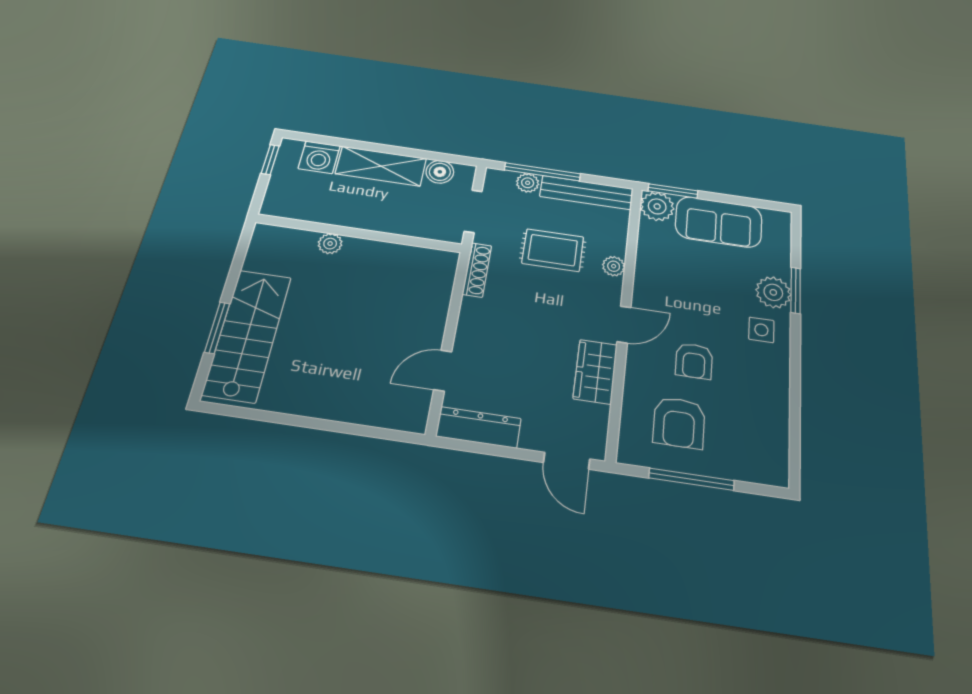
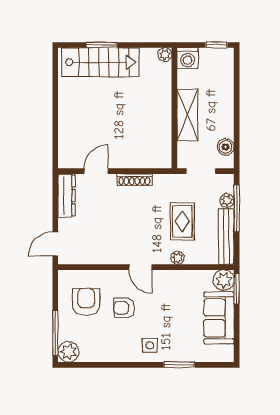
washing machine: (319, 157) -> (188, 58), moved, turned -90
shelving: (381, 166) -> (187, 115), moved
plant: (330, 244) -> (165, 55), moved
shoe rack: (477, 270) -> (134, 180), moved
plant: (773, 292) -> (68, 352), moved
door: (443, 370) -> (96, 171), hinge flipped
wardrobe: (595, 372) -> (109, 254), removed
armchair: (679, 423) -> (86, 302), turned 90
window: (692, 479) -> (55, 333), moved

